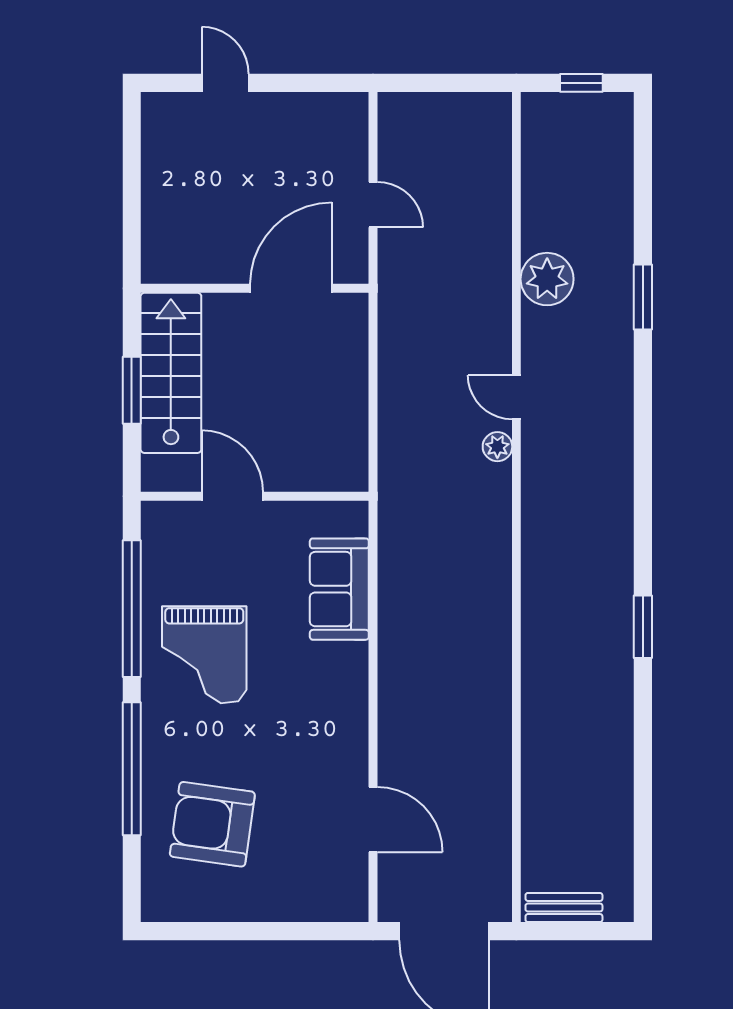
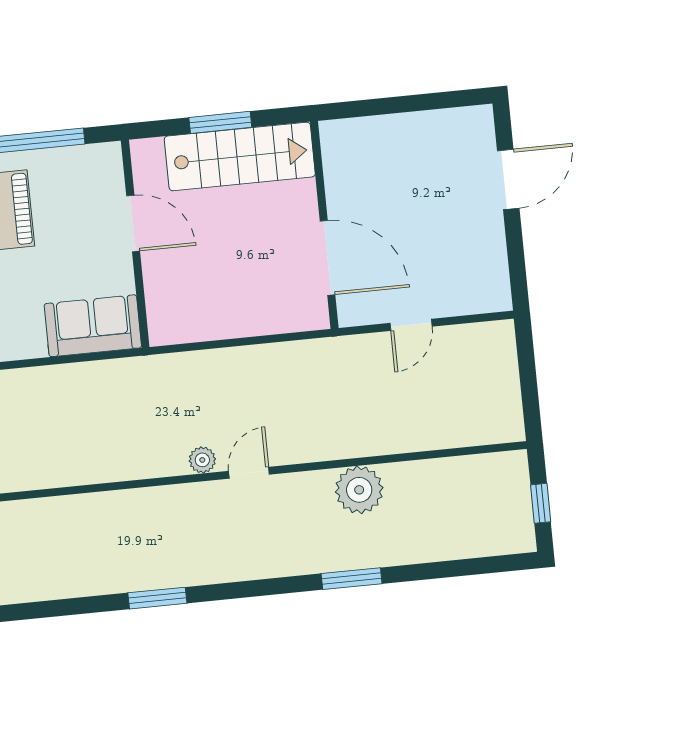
door: (225, 83) -> (508, 179), width x1.38
door: (232, 496) -> (133, 223), hinge flipped
sofa: (339, 589) -> (93, 326), moved
window: (643, 627) -> (157, 598), moved

